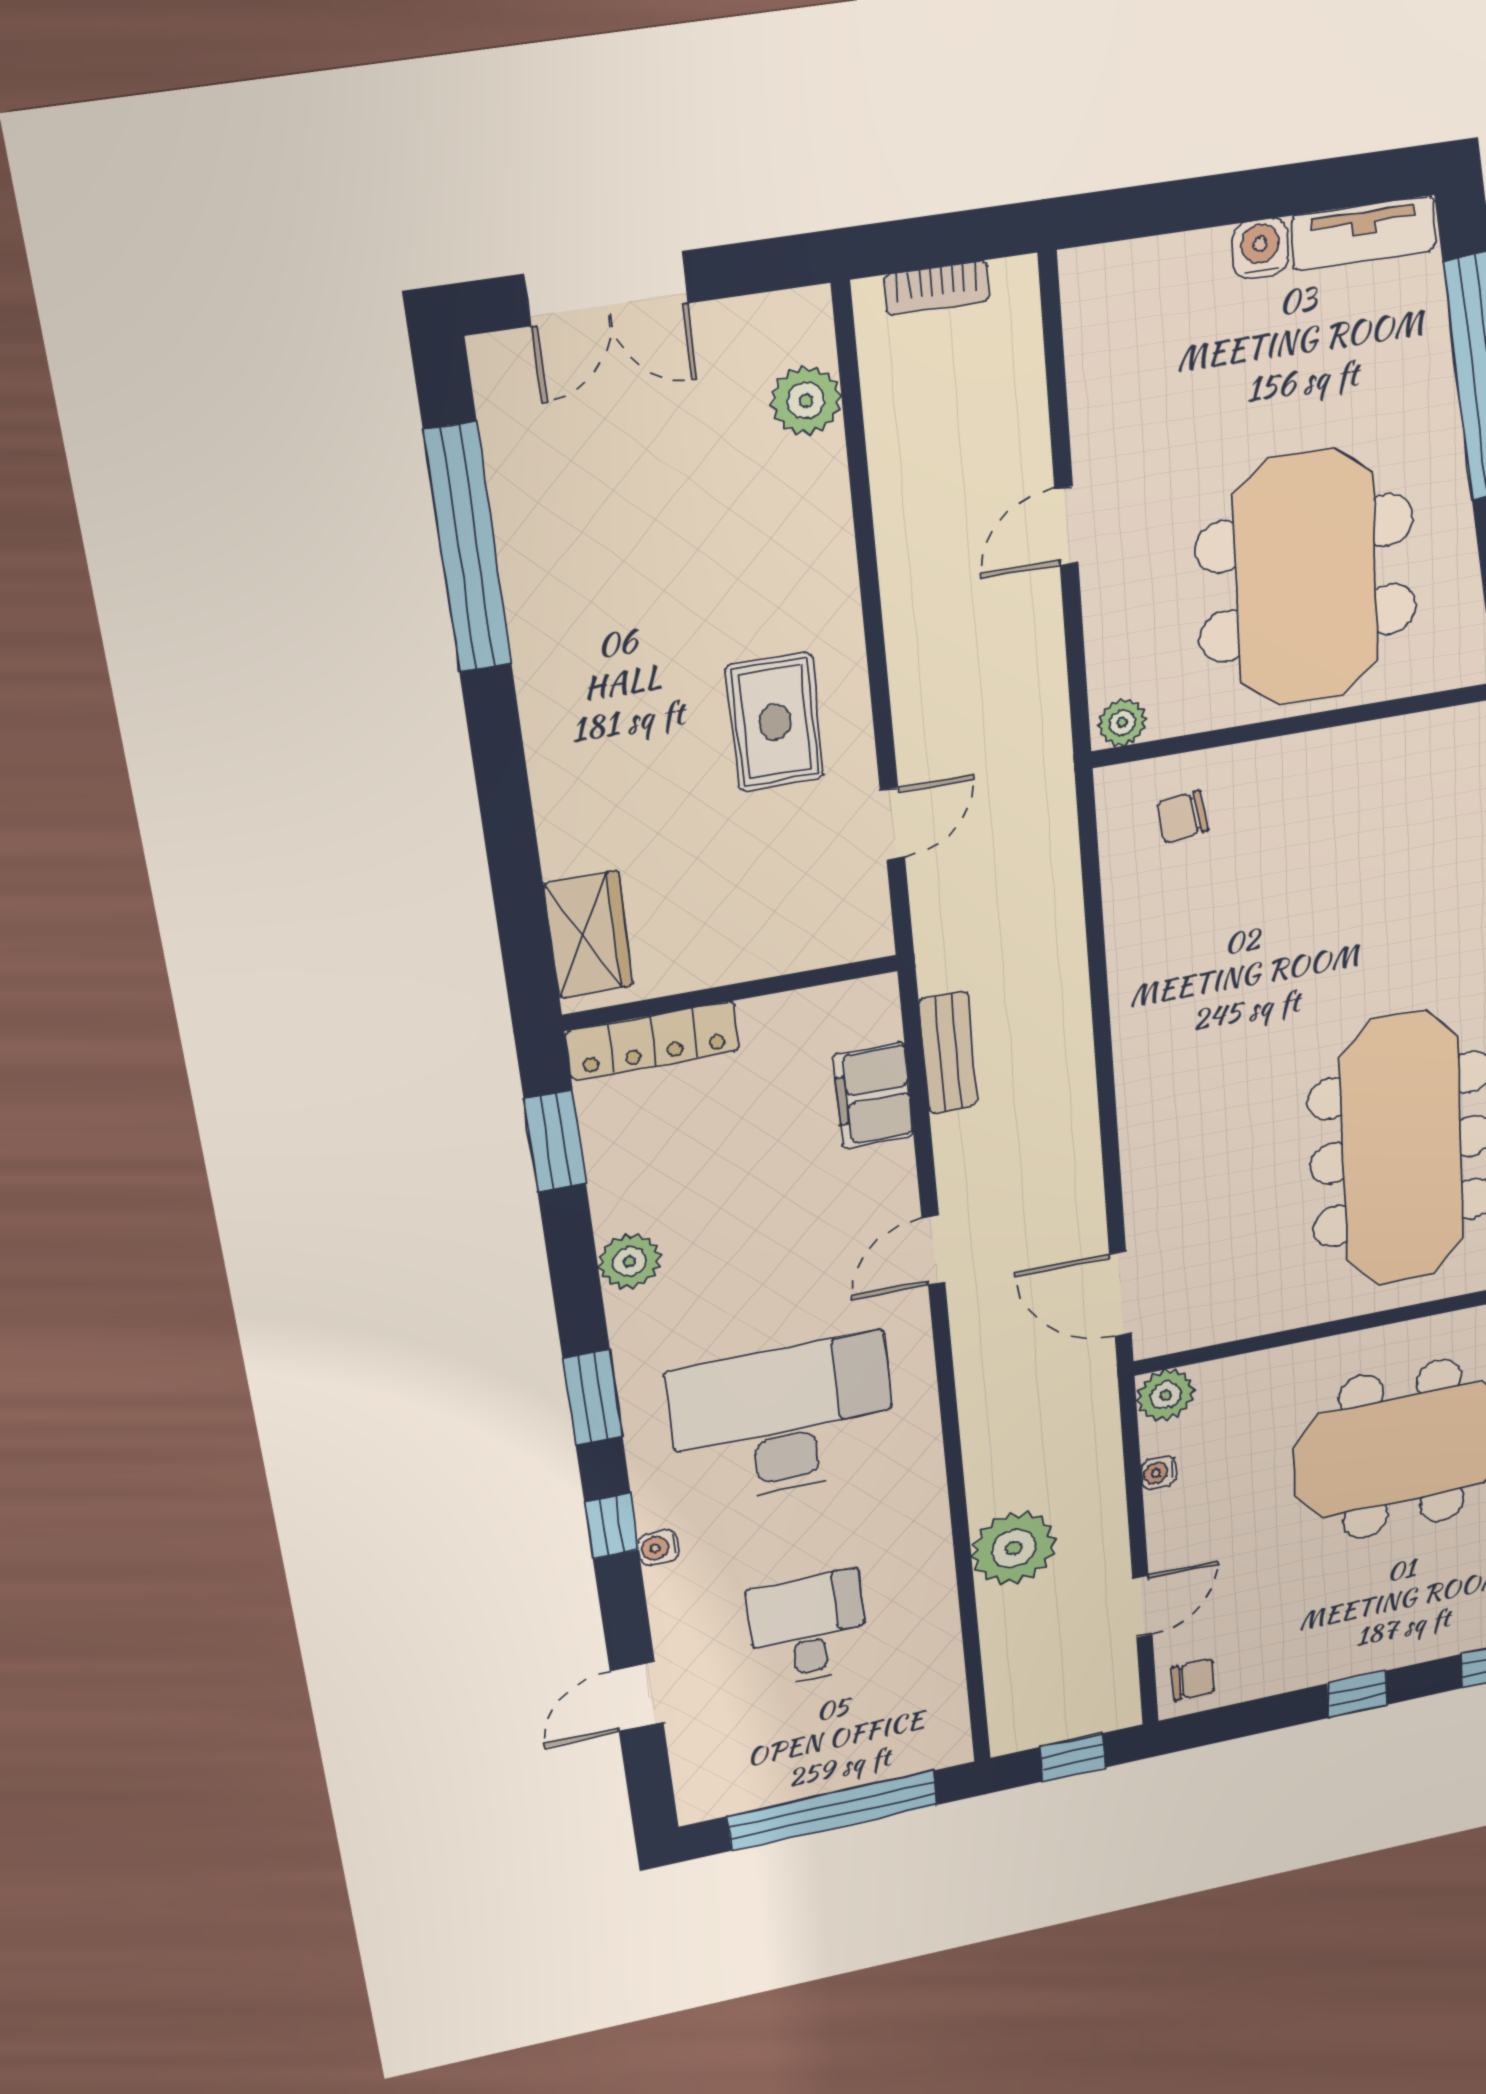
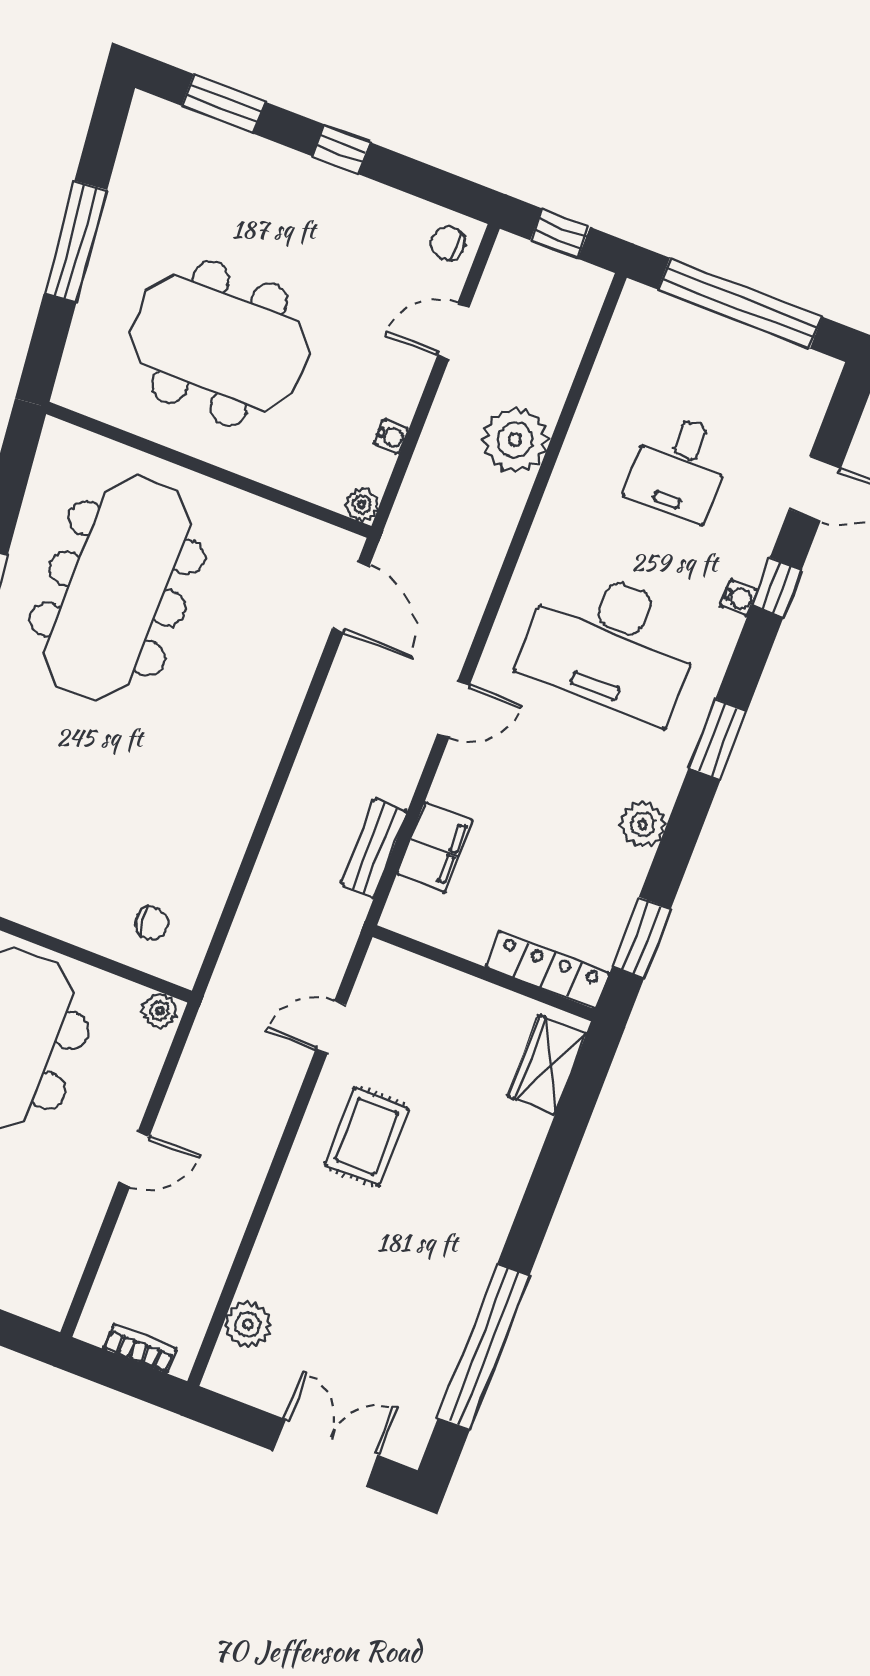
plant: (1166, 1395) -> (362, 504), width x0.73, depth x0.73
window: (612, 1526) -> (777, 587), moved

